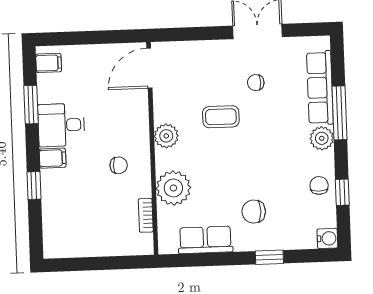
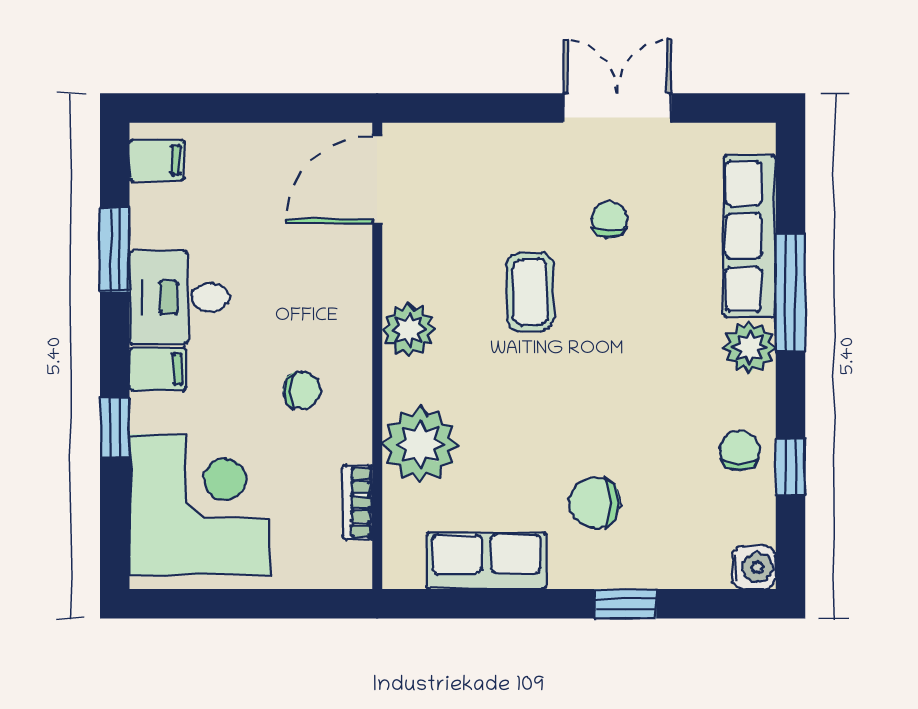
chair: (256, 83) -> (609, 220), turned 90
coffee table: (221, 117) -> (530, 292), turned 90
corner desk: (74, 219) -> (200, 504), added

